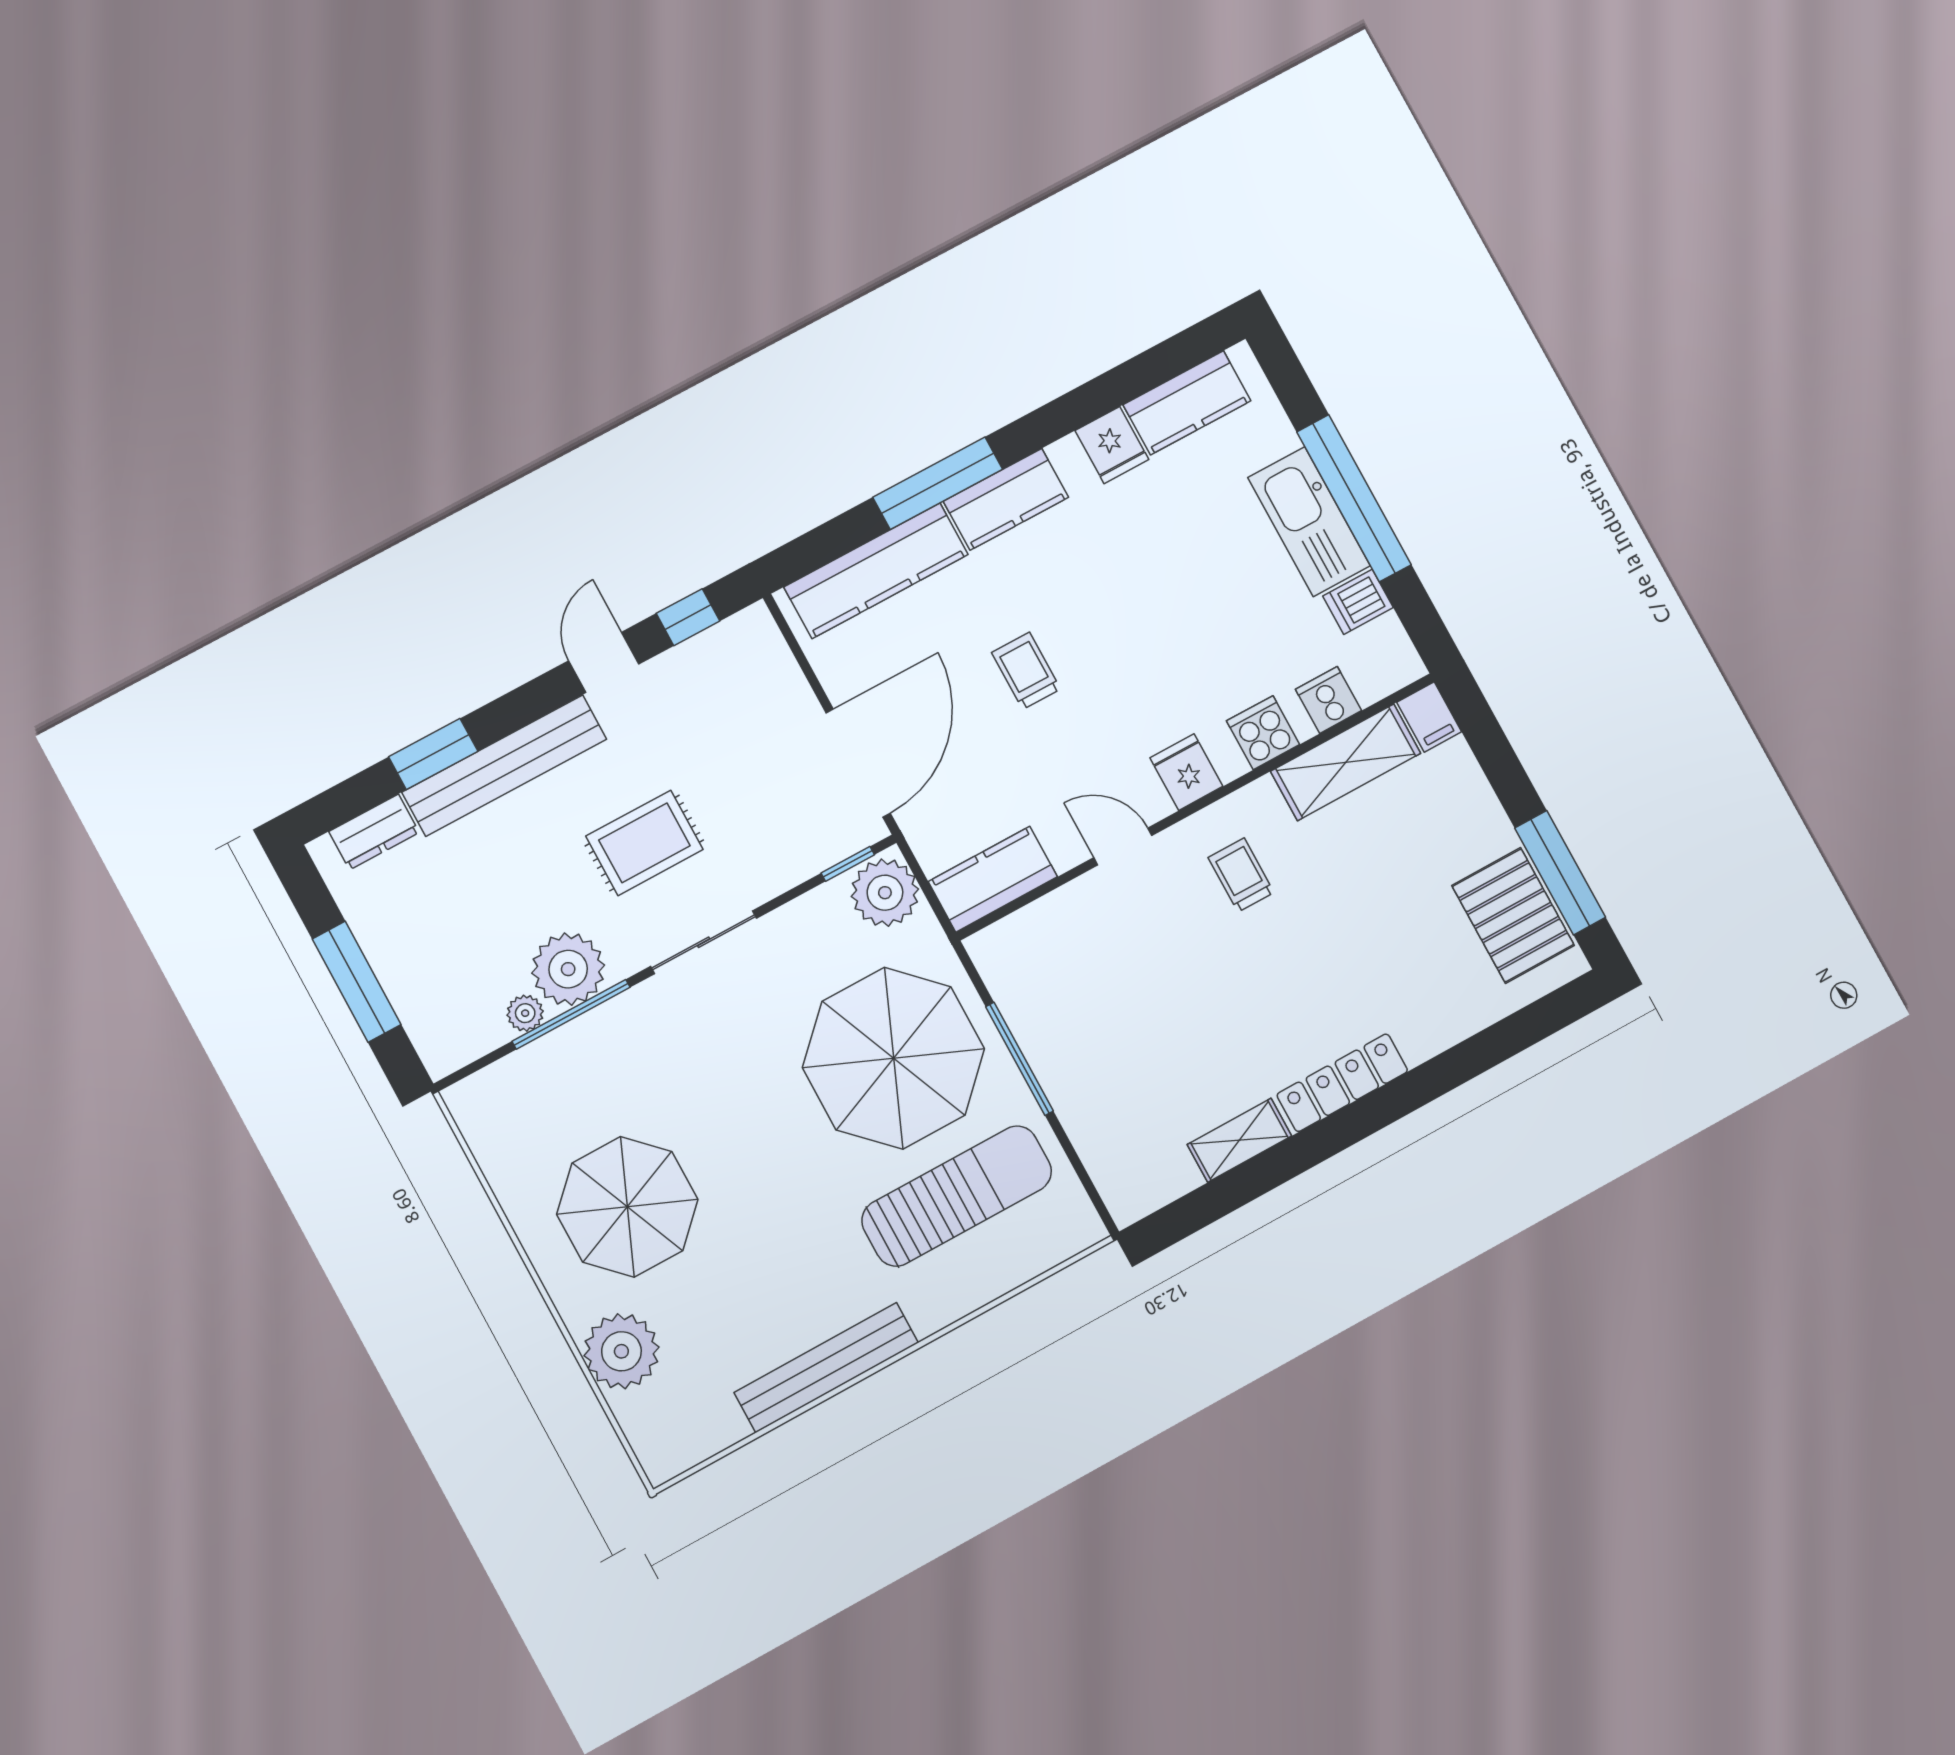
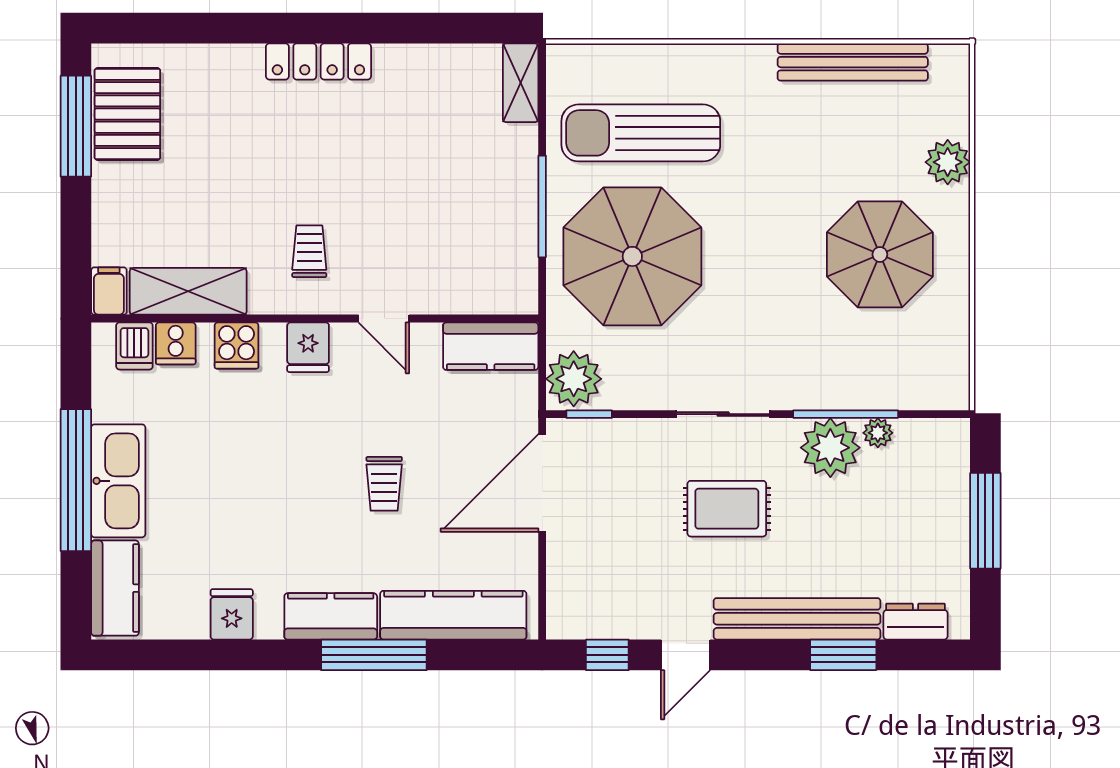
kitchen counter: (1187, 403) -> (115, 588), moved, turned 90
dishwasher: (1358, 602) -> (134, 346), moved, turned 90
trolley: (1241, 875) -> (309, 251), turned 180
shelving: (1239, 1140) -> (521, 83), moved, turned 90
plant: (621, 1351) -> (948, 162), width x0.73, depth x0.73
bench: (826, 1368) -> (853, 62), moved

